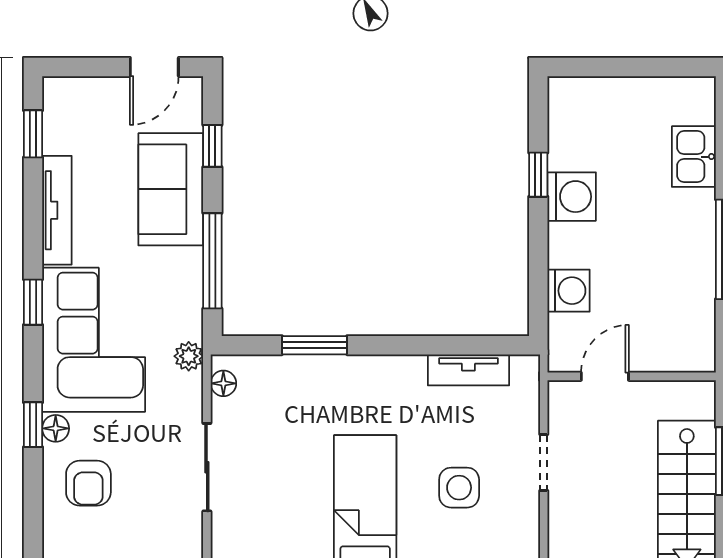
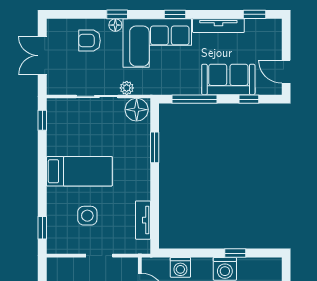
plant: (189, 356) -> (127, 88), moved
floor lamp: (223, 383) -> (137, 110), width x1.89, depth x1.89

